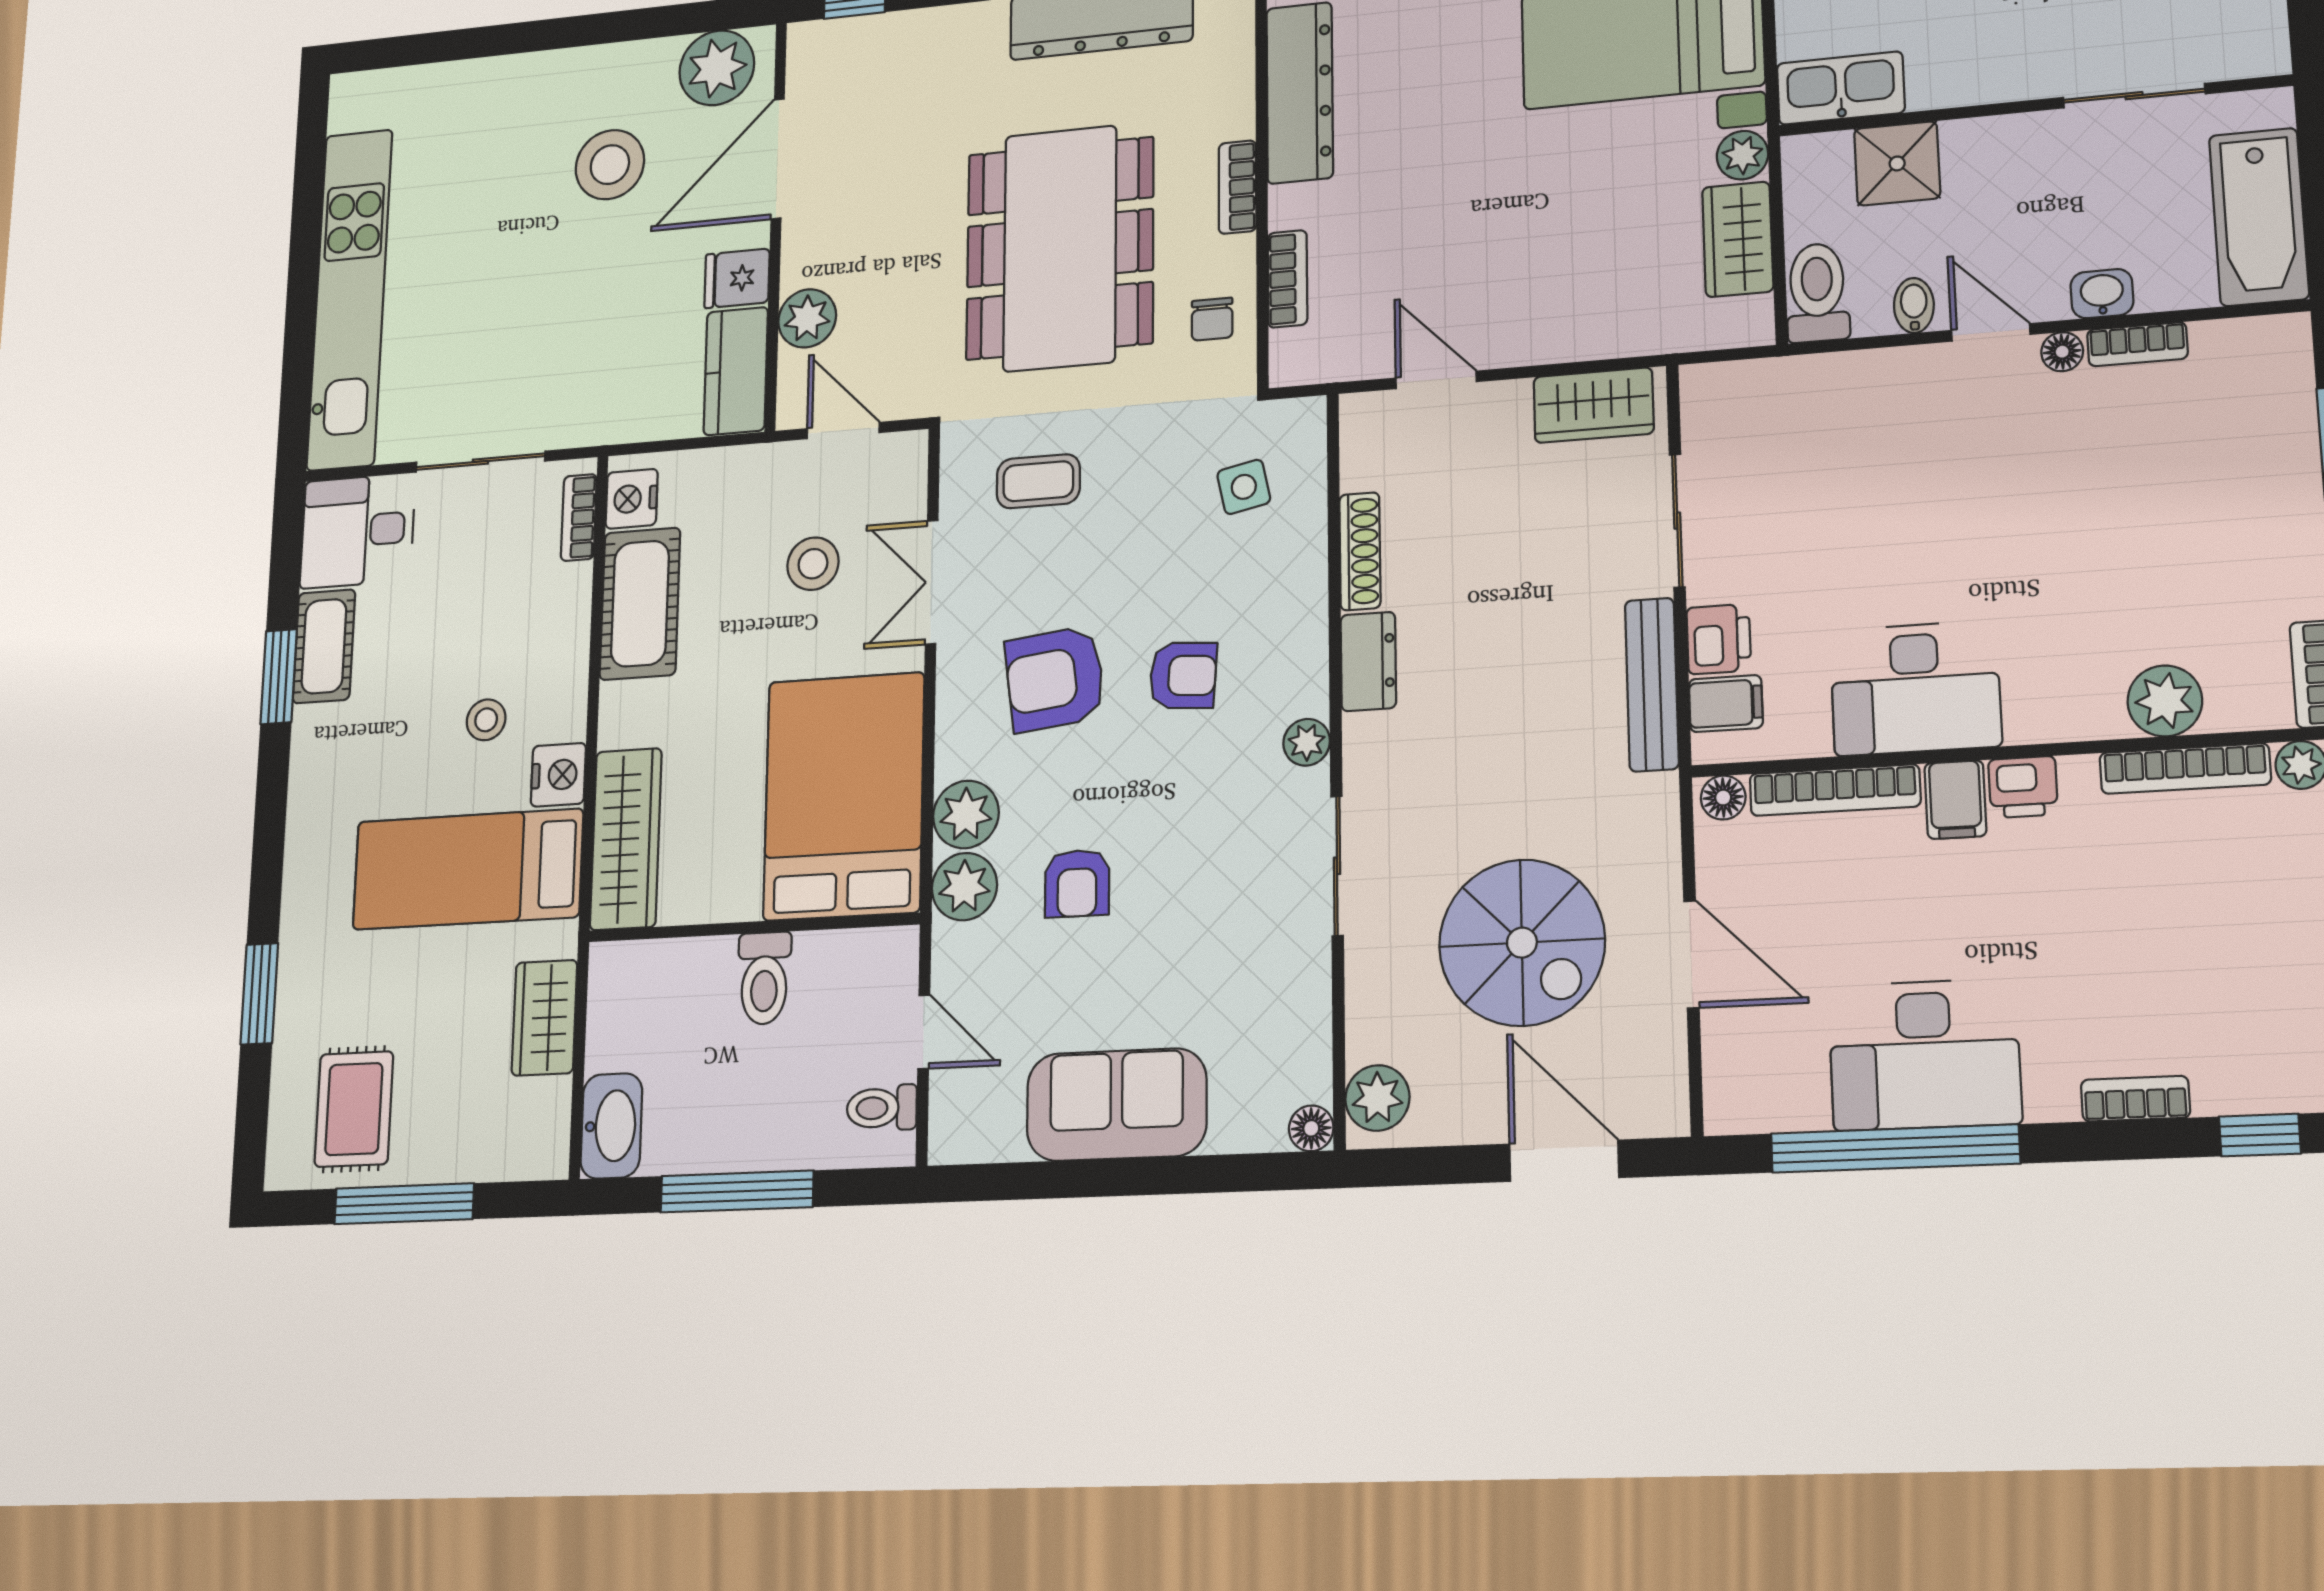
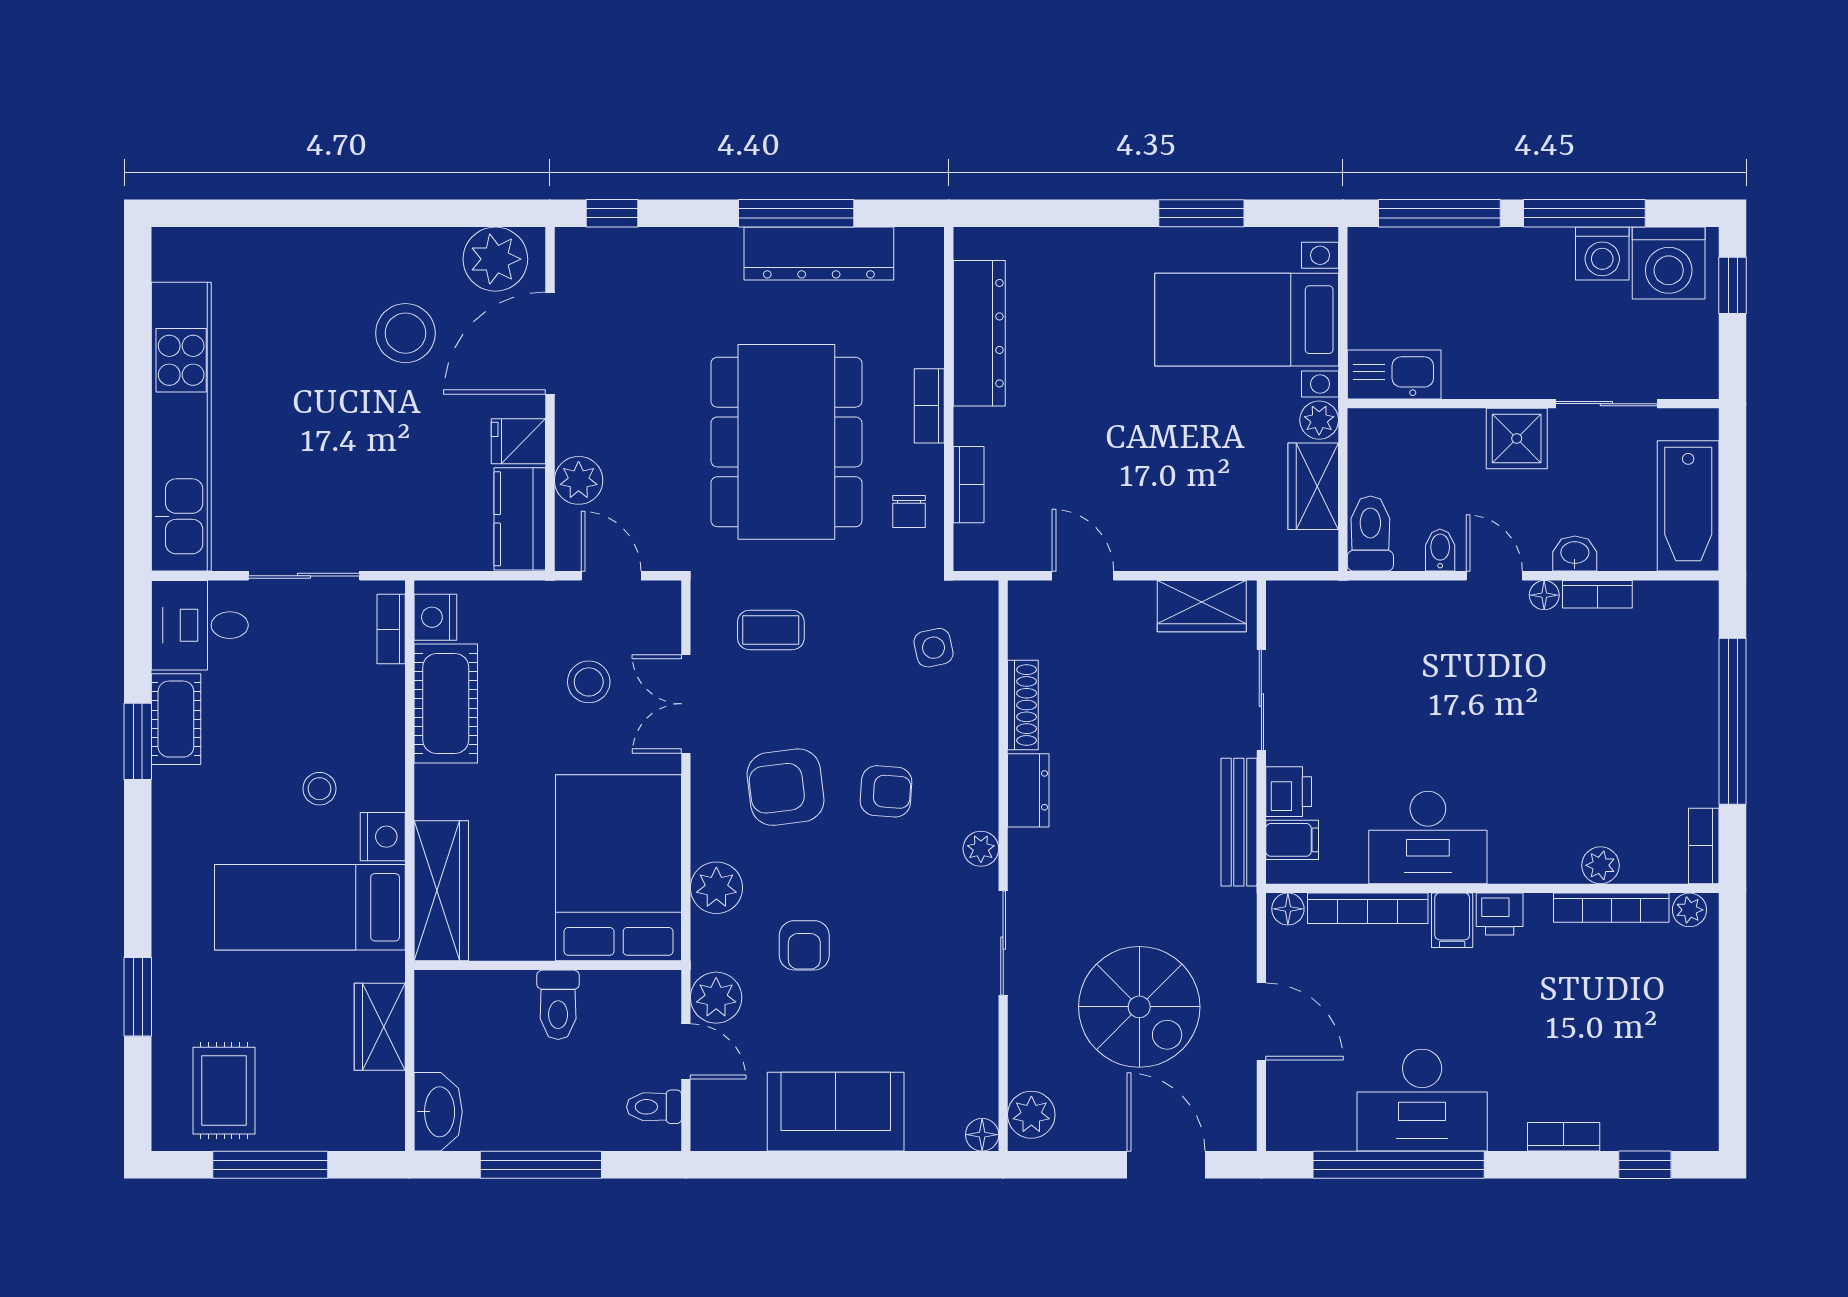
shower: (1897, 163) -> (1517, 438), moved
plant: (2165, 701) -> (1601, 865), width x0.73, depth x0.73
plant: (964, 887) -> (716, 998), moved

